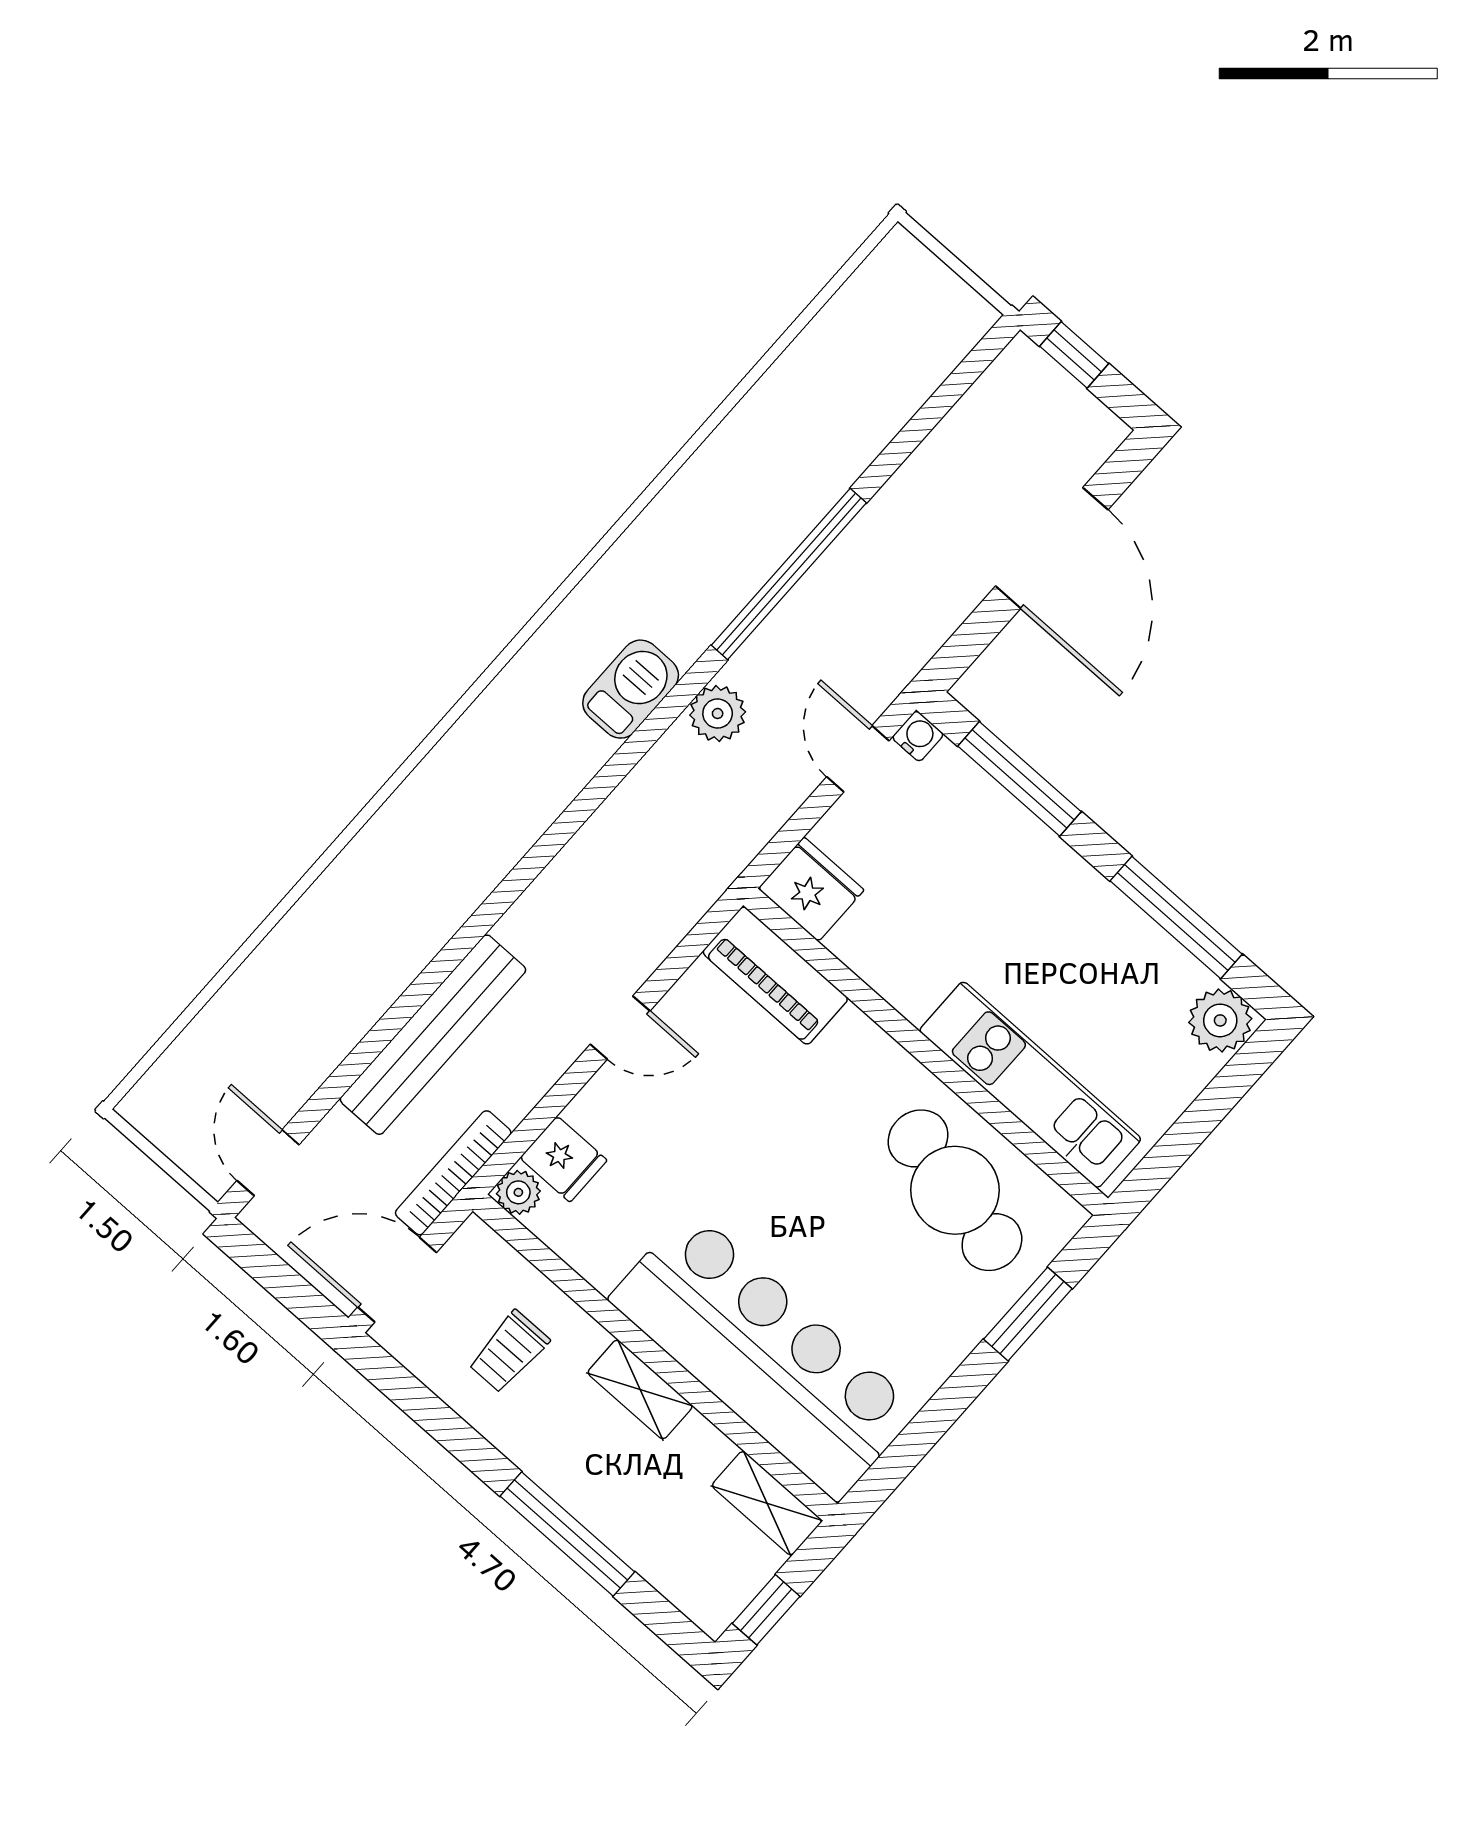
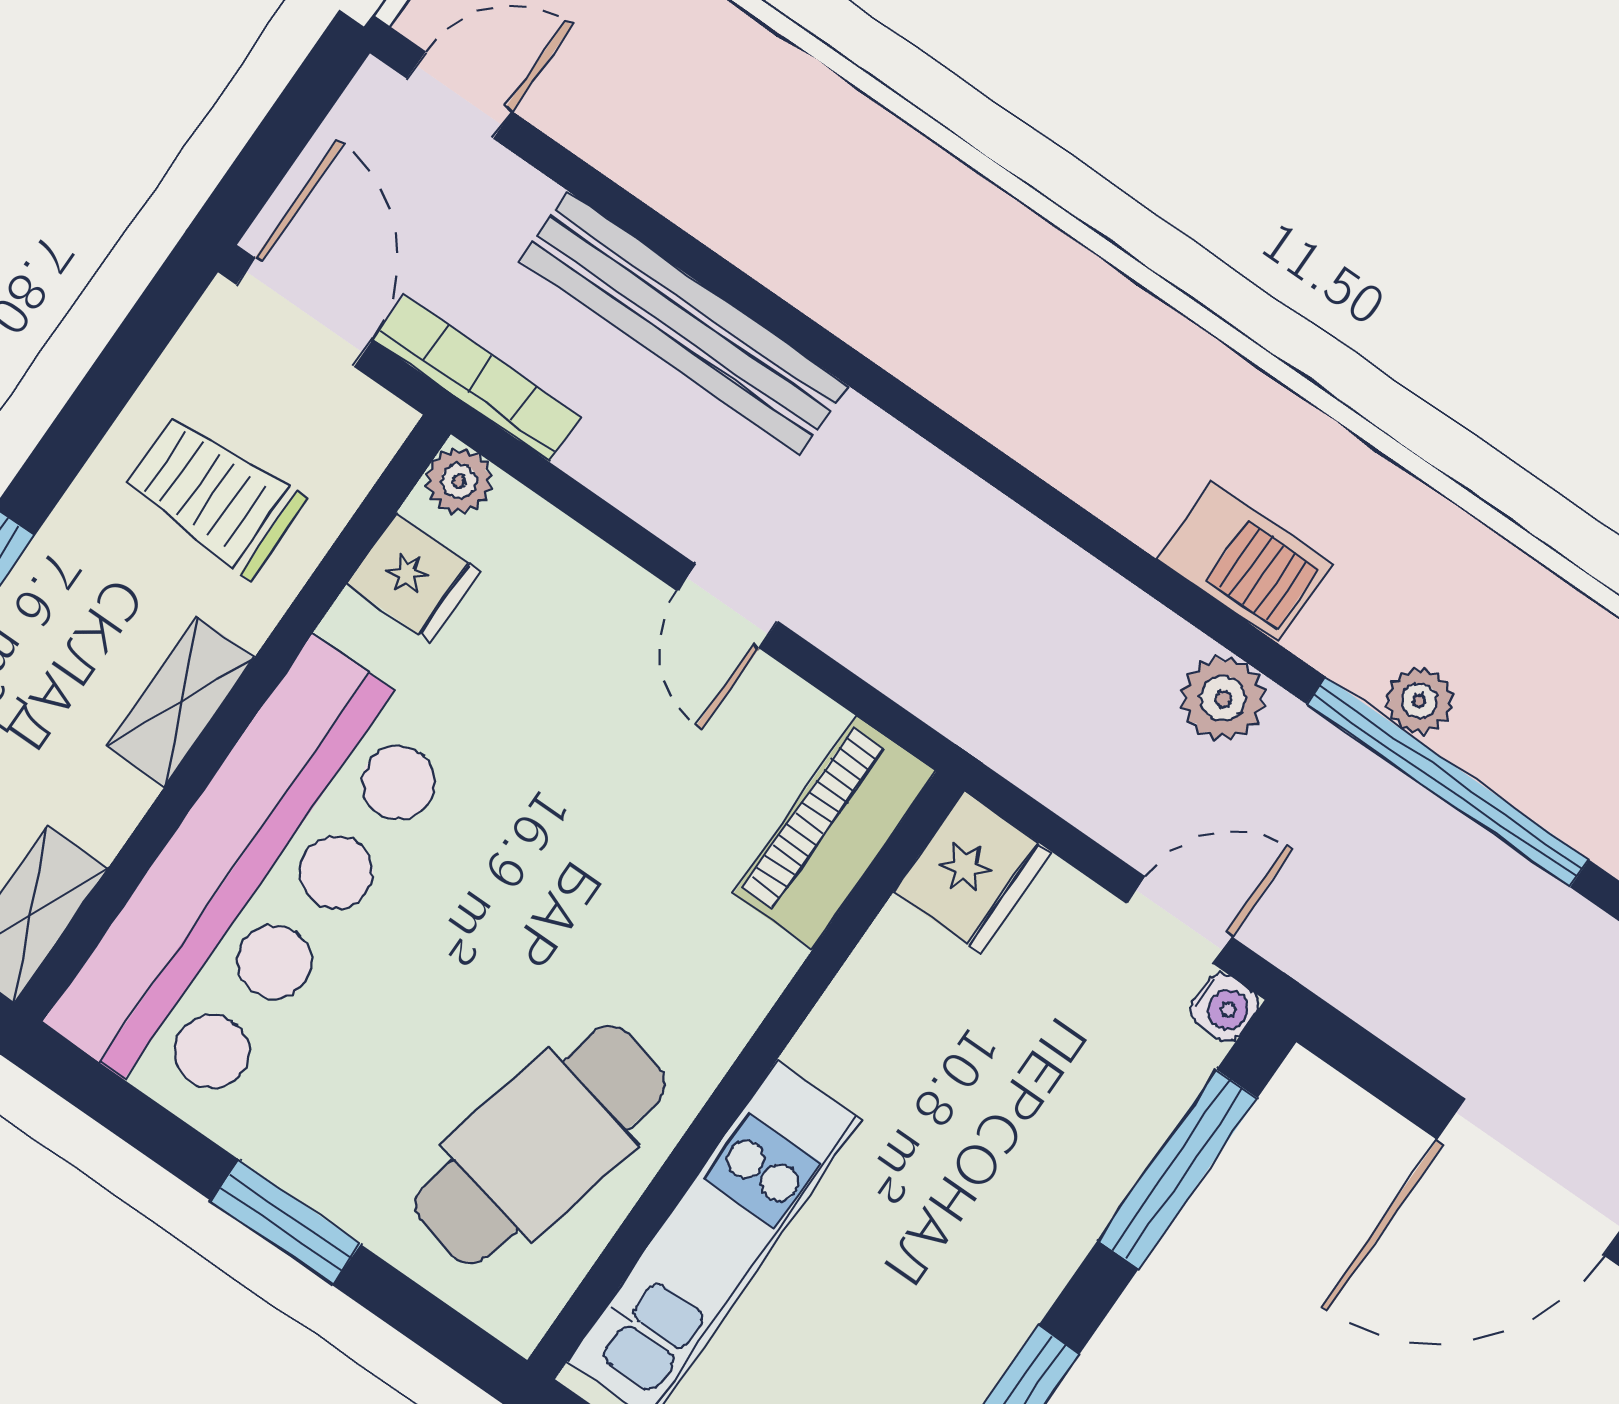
plant: (734, 586) -> (1419, 701), added
fridge: (563, 1159) -> (414, 578), moved, turned -90
window: (1028, 1314) -> (286, 1223), moved
trolley: (509, 1352) -> (215, 495), width x1.36, depth x1.39

